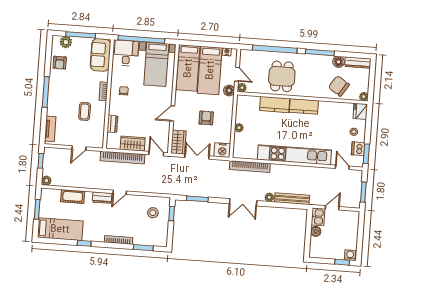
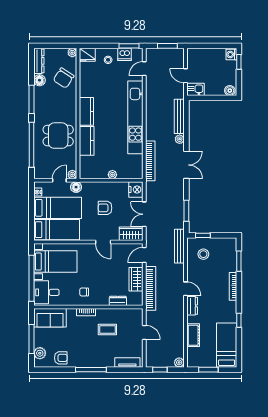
bench: (163, 189) -> (179, 246), added
boiler: (316, 231) -> (230, 91), moved

